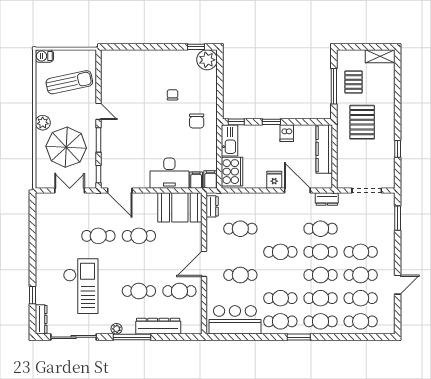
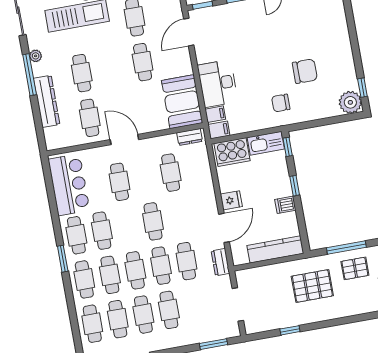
chair: (172, 95) -> (305, 71), width x1.87, depth x1.87

